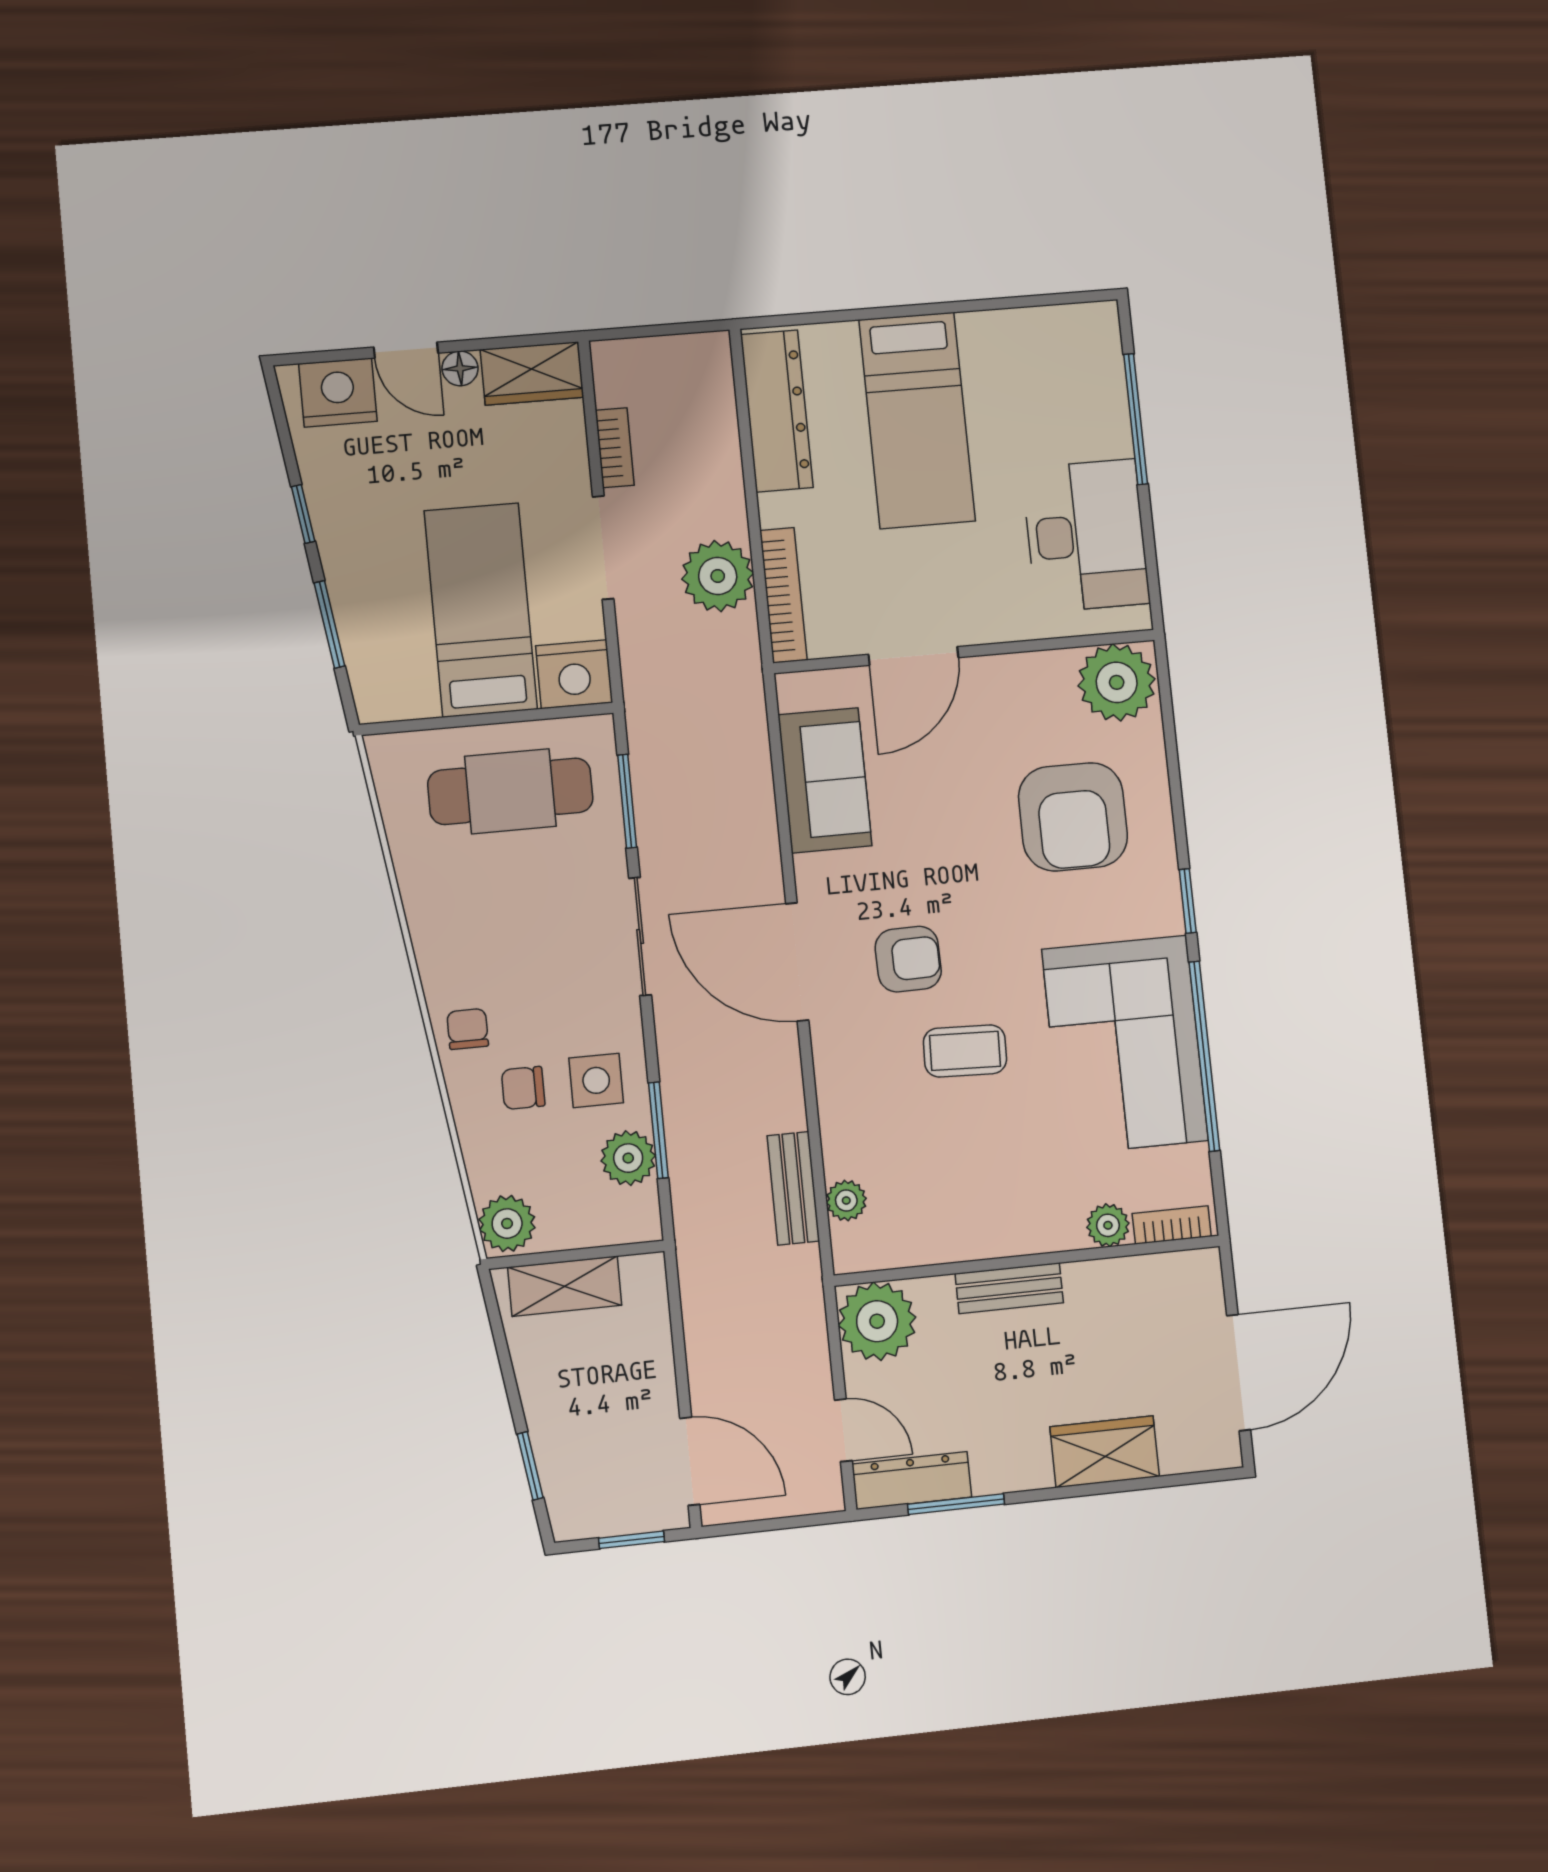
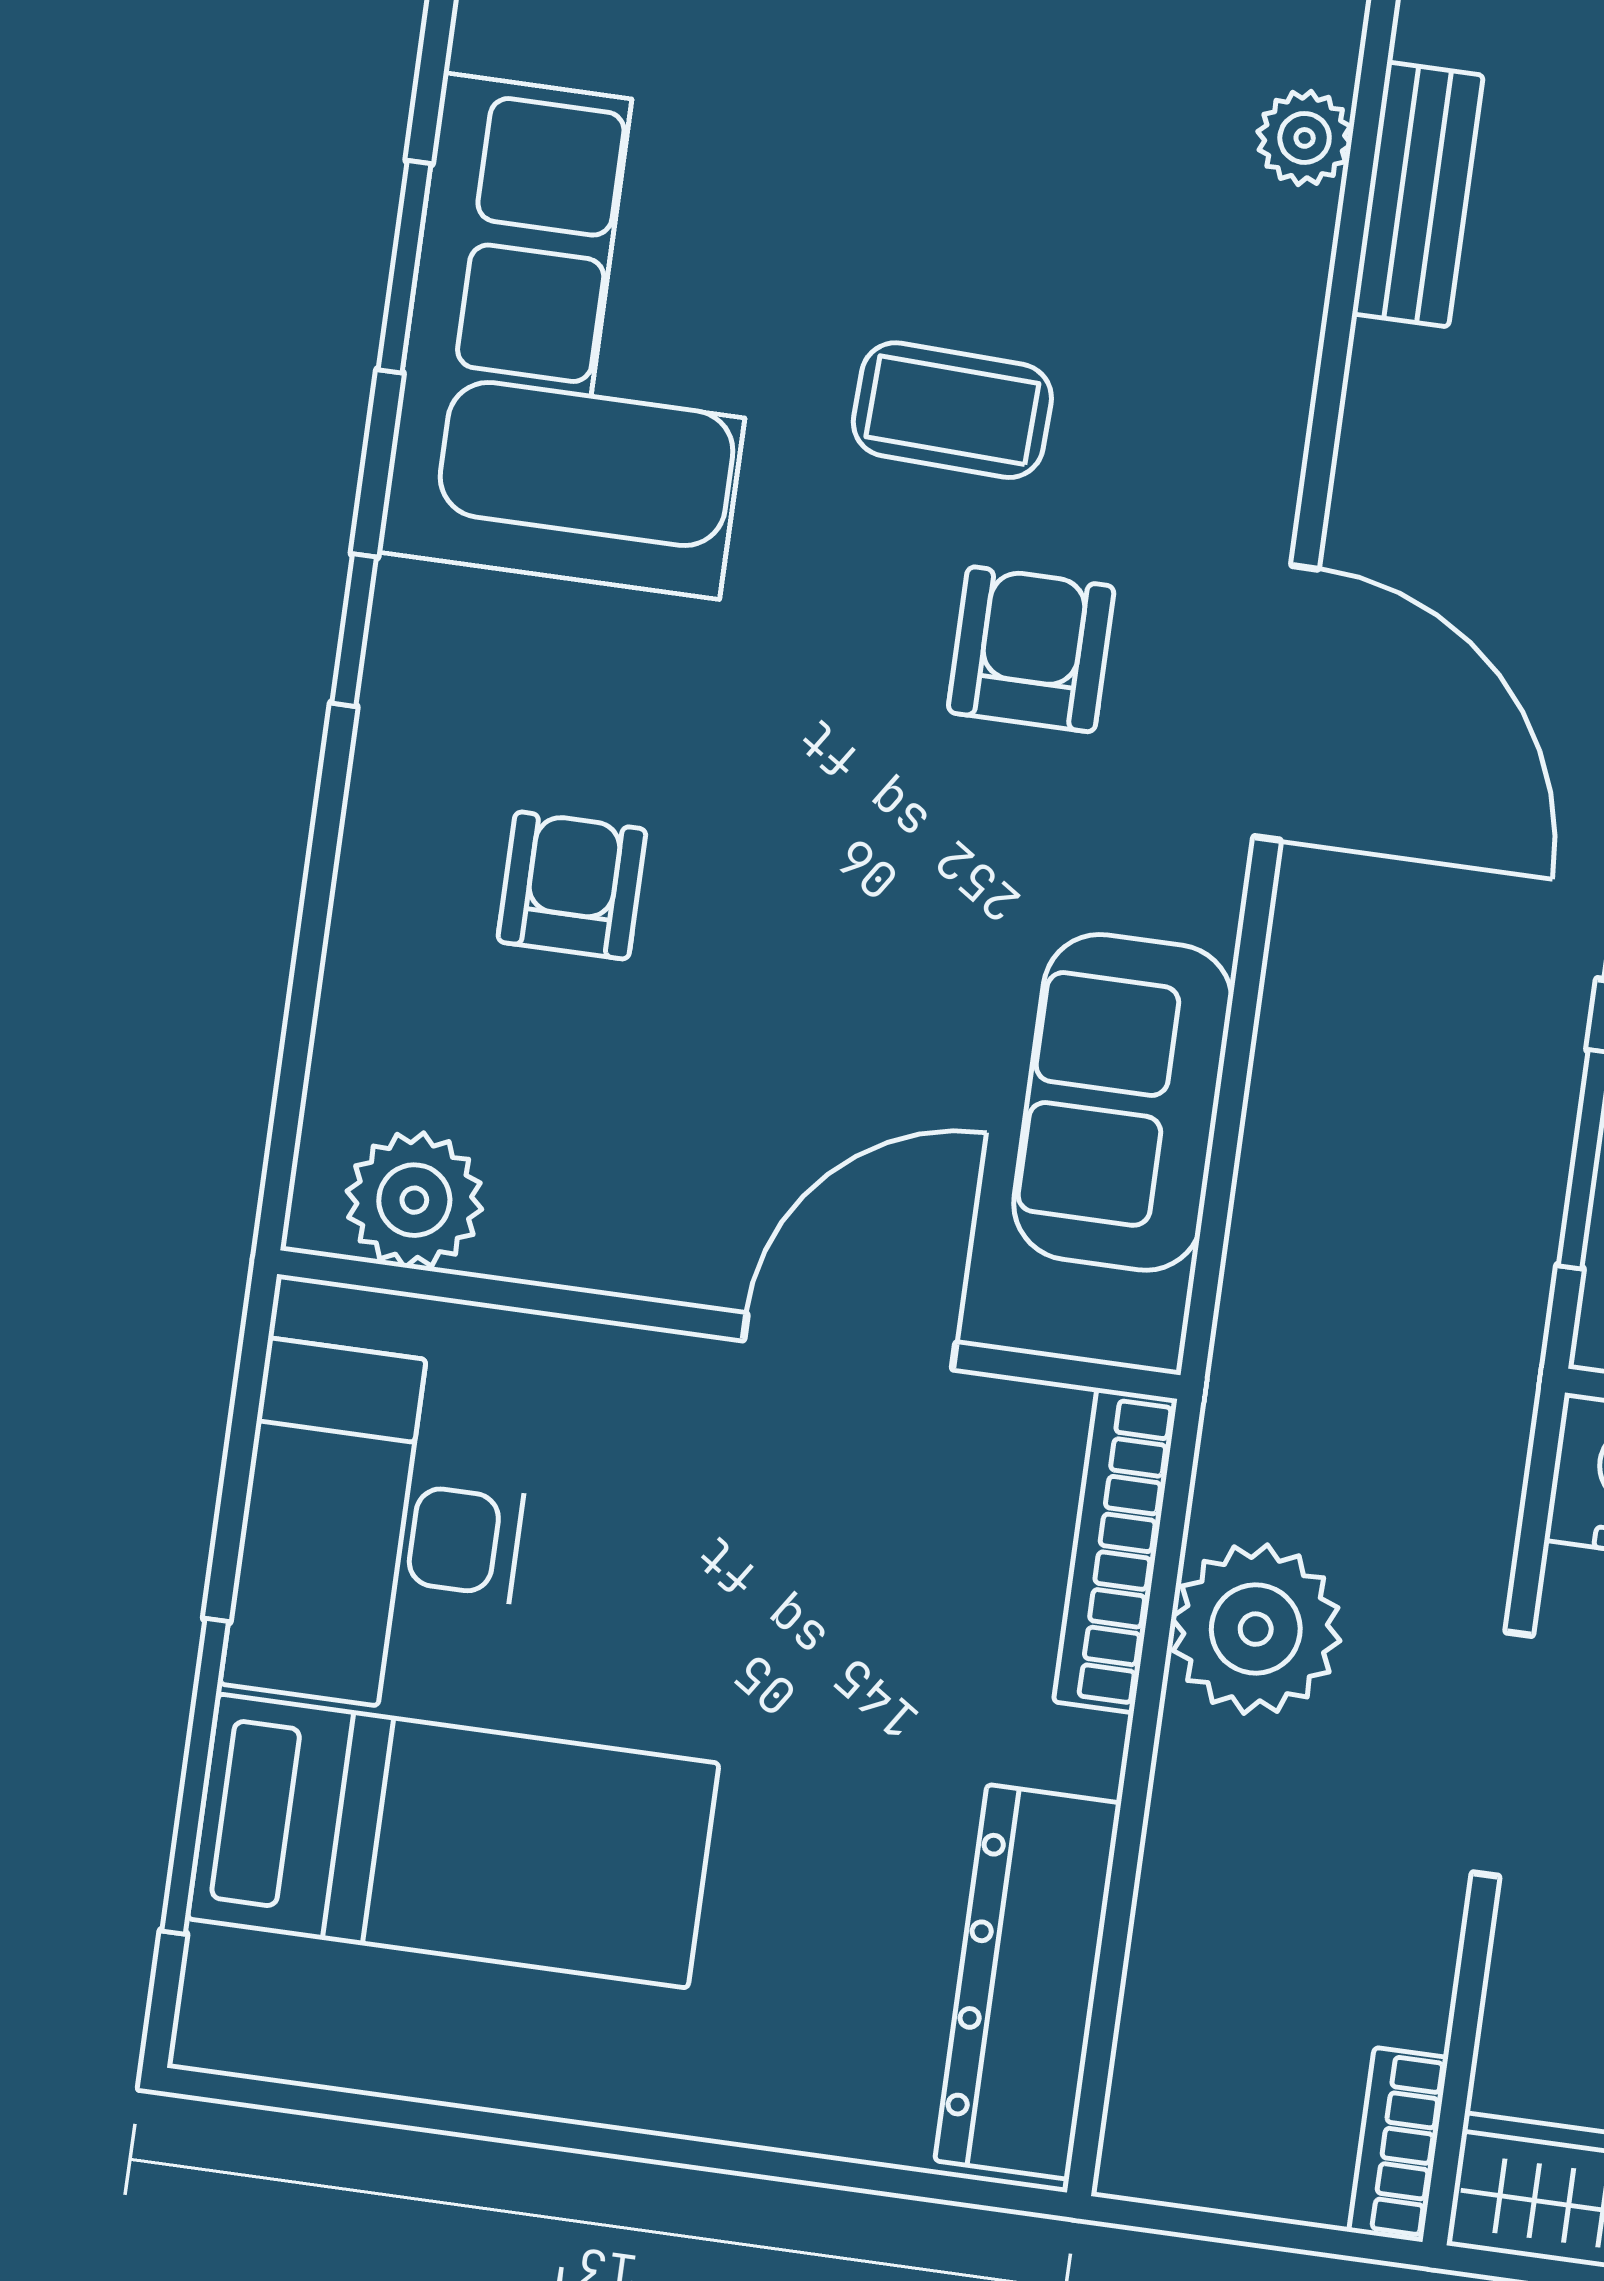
bed: (917, 420) -> (453, 1841), moved, turned 90
bookcase: (615, 448) -> (1399, 2145), moved
plant: (1117, 682) -> (414, 1200), width x0.73, depth x0.73
armchair: (1073, 817) -> (572, 885), width x0.53, depth x0.53
armchair: (908, 959) -> (1031, 649), turned 91
window: (1204, 1056) -> (405, 267), width x0.47

